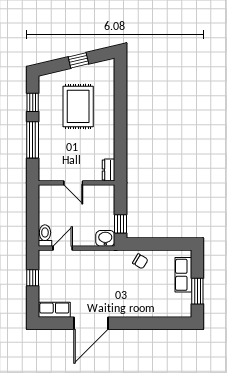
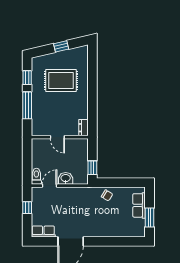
rug: (78, 106) -> (61, 81), turned 90
washbasin: (105, 238) -> (66, 178), moved

